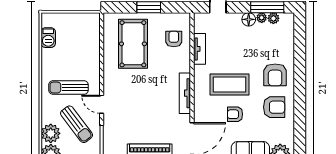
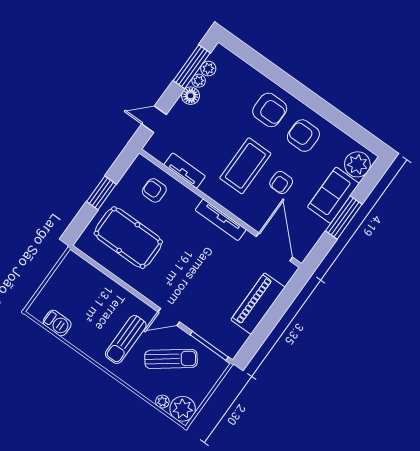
armchair: (274, 107) -> (303, 136), turned -90
plant: (51, 133) -> (162, 402), width x0.53, depth x0.53

